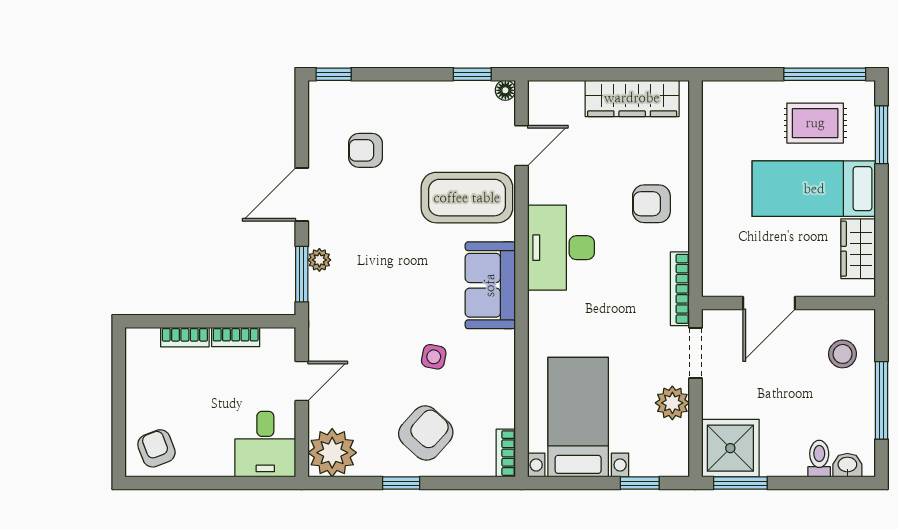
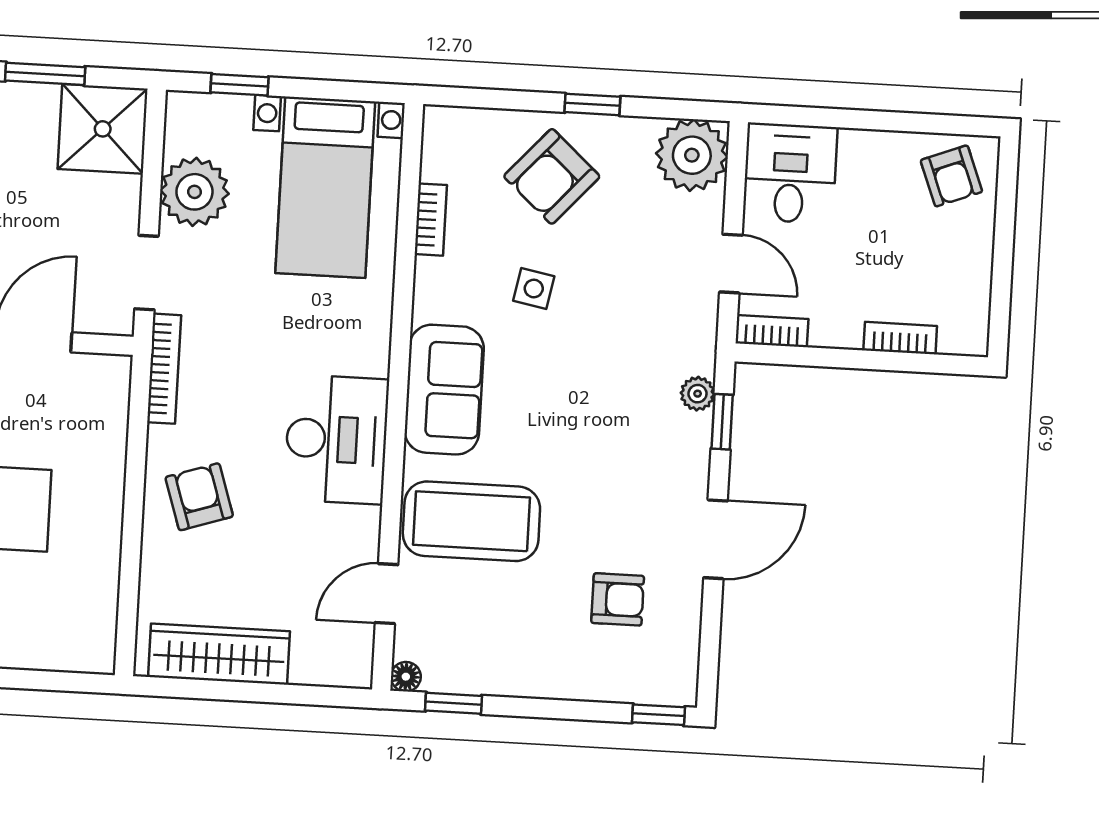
armchair: (651, 204) -> (199, 497), turned -108
plant: (319, 260) -> (698, 394), moved
window: (302, 274) -> (722, 422), width x0.67
bookcase: (236, 337) -> (772, 331), moved
door: (302, 381) -> (731, 264), swing flipped
plant: (672, 403) -> (194, 192), width x1.36, depth x1.36
bookcase: (506, 453) -> (431, 220), moved
window: (740, 483) -> (45, 74), moved

